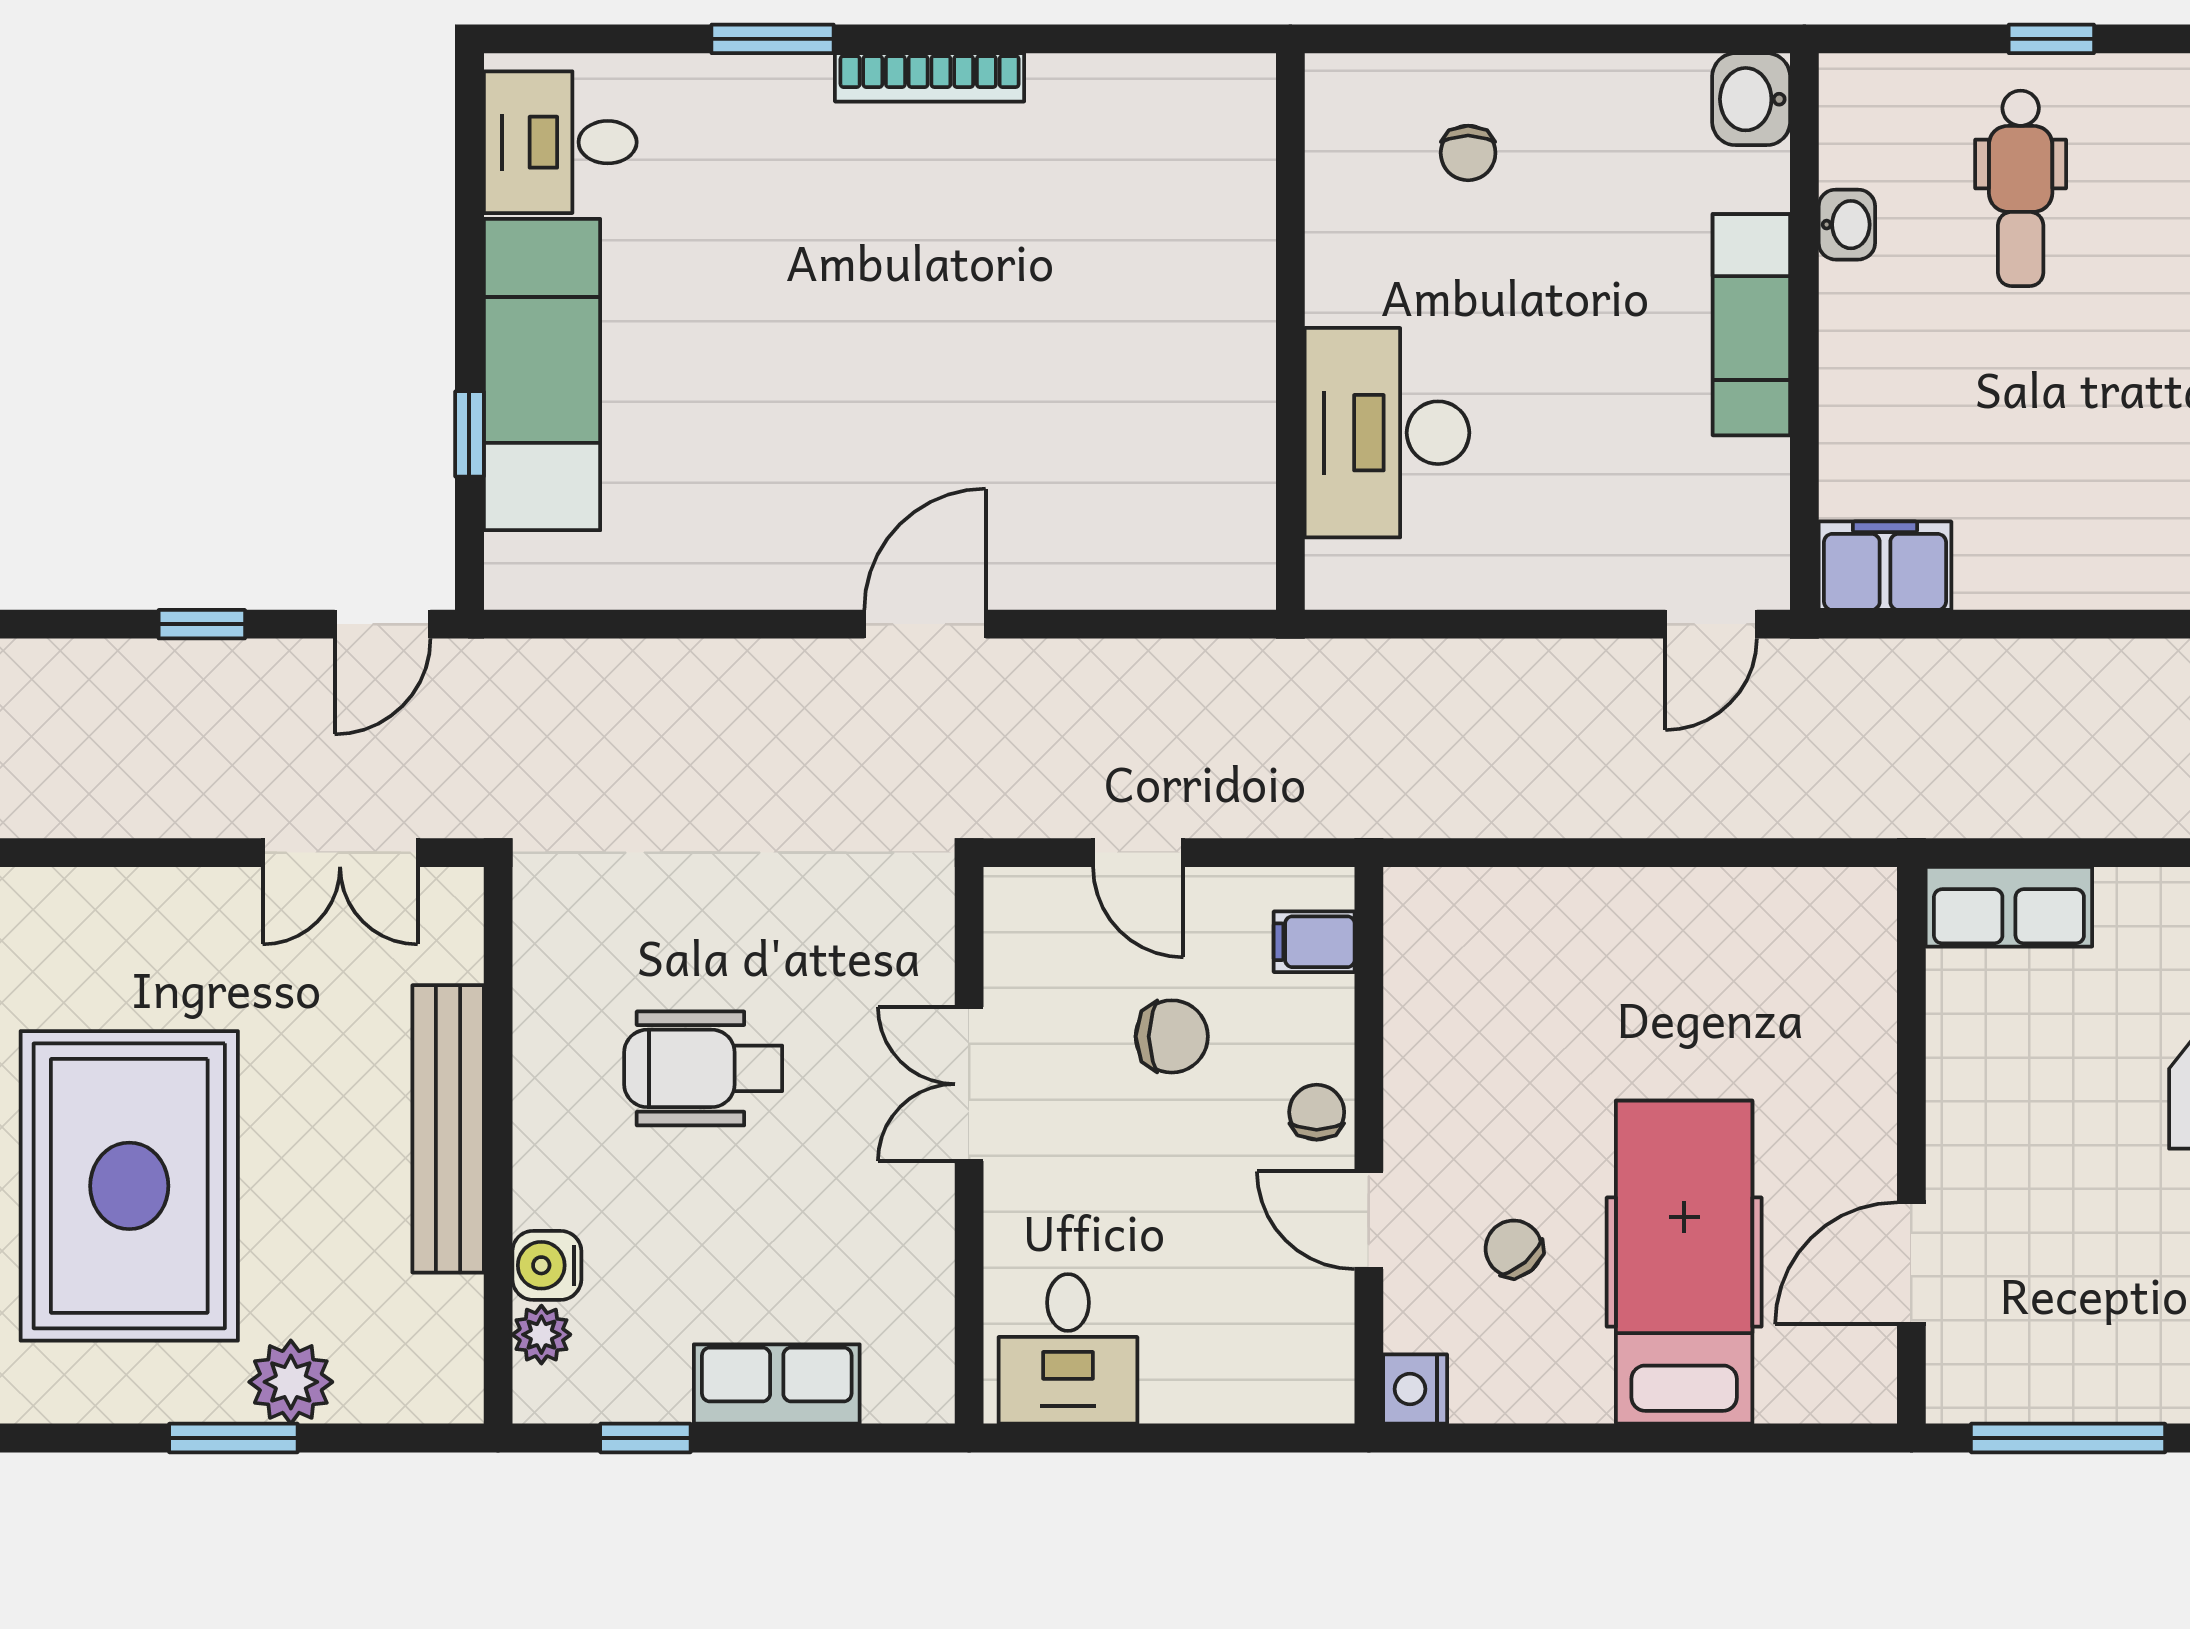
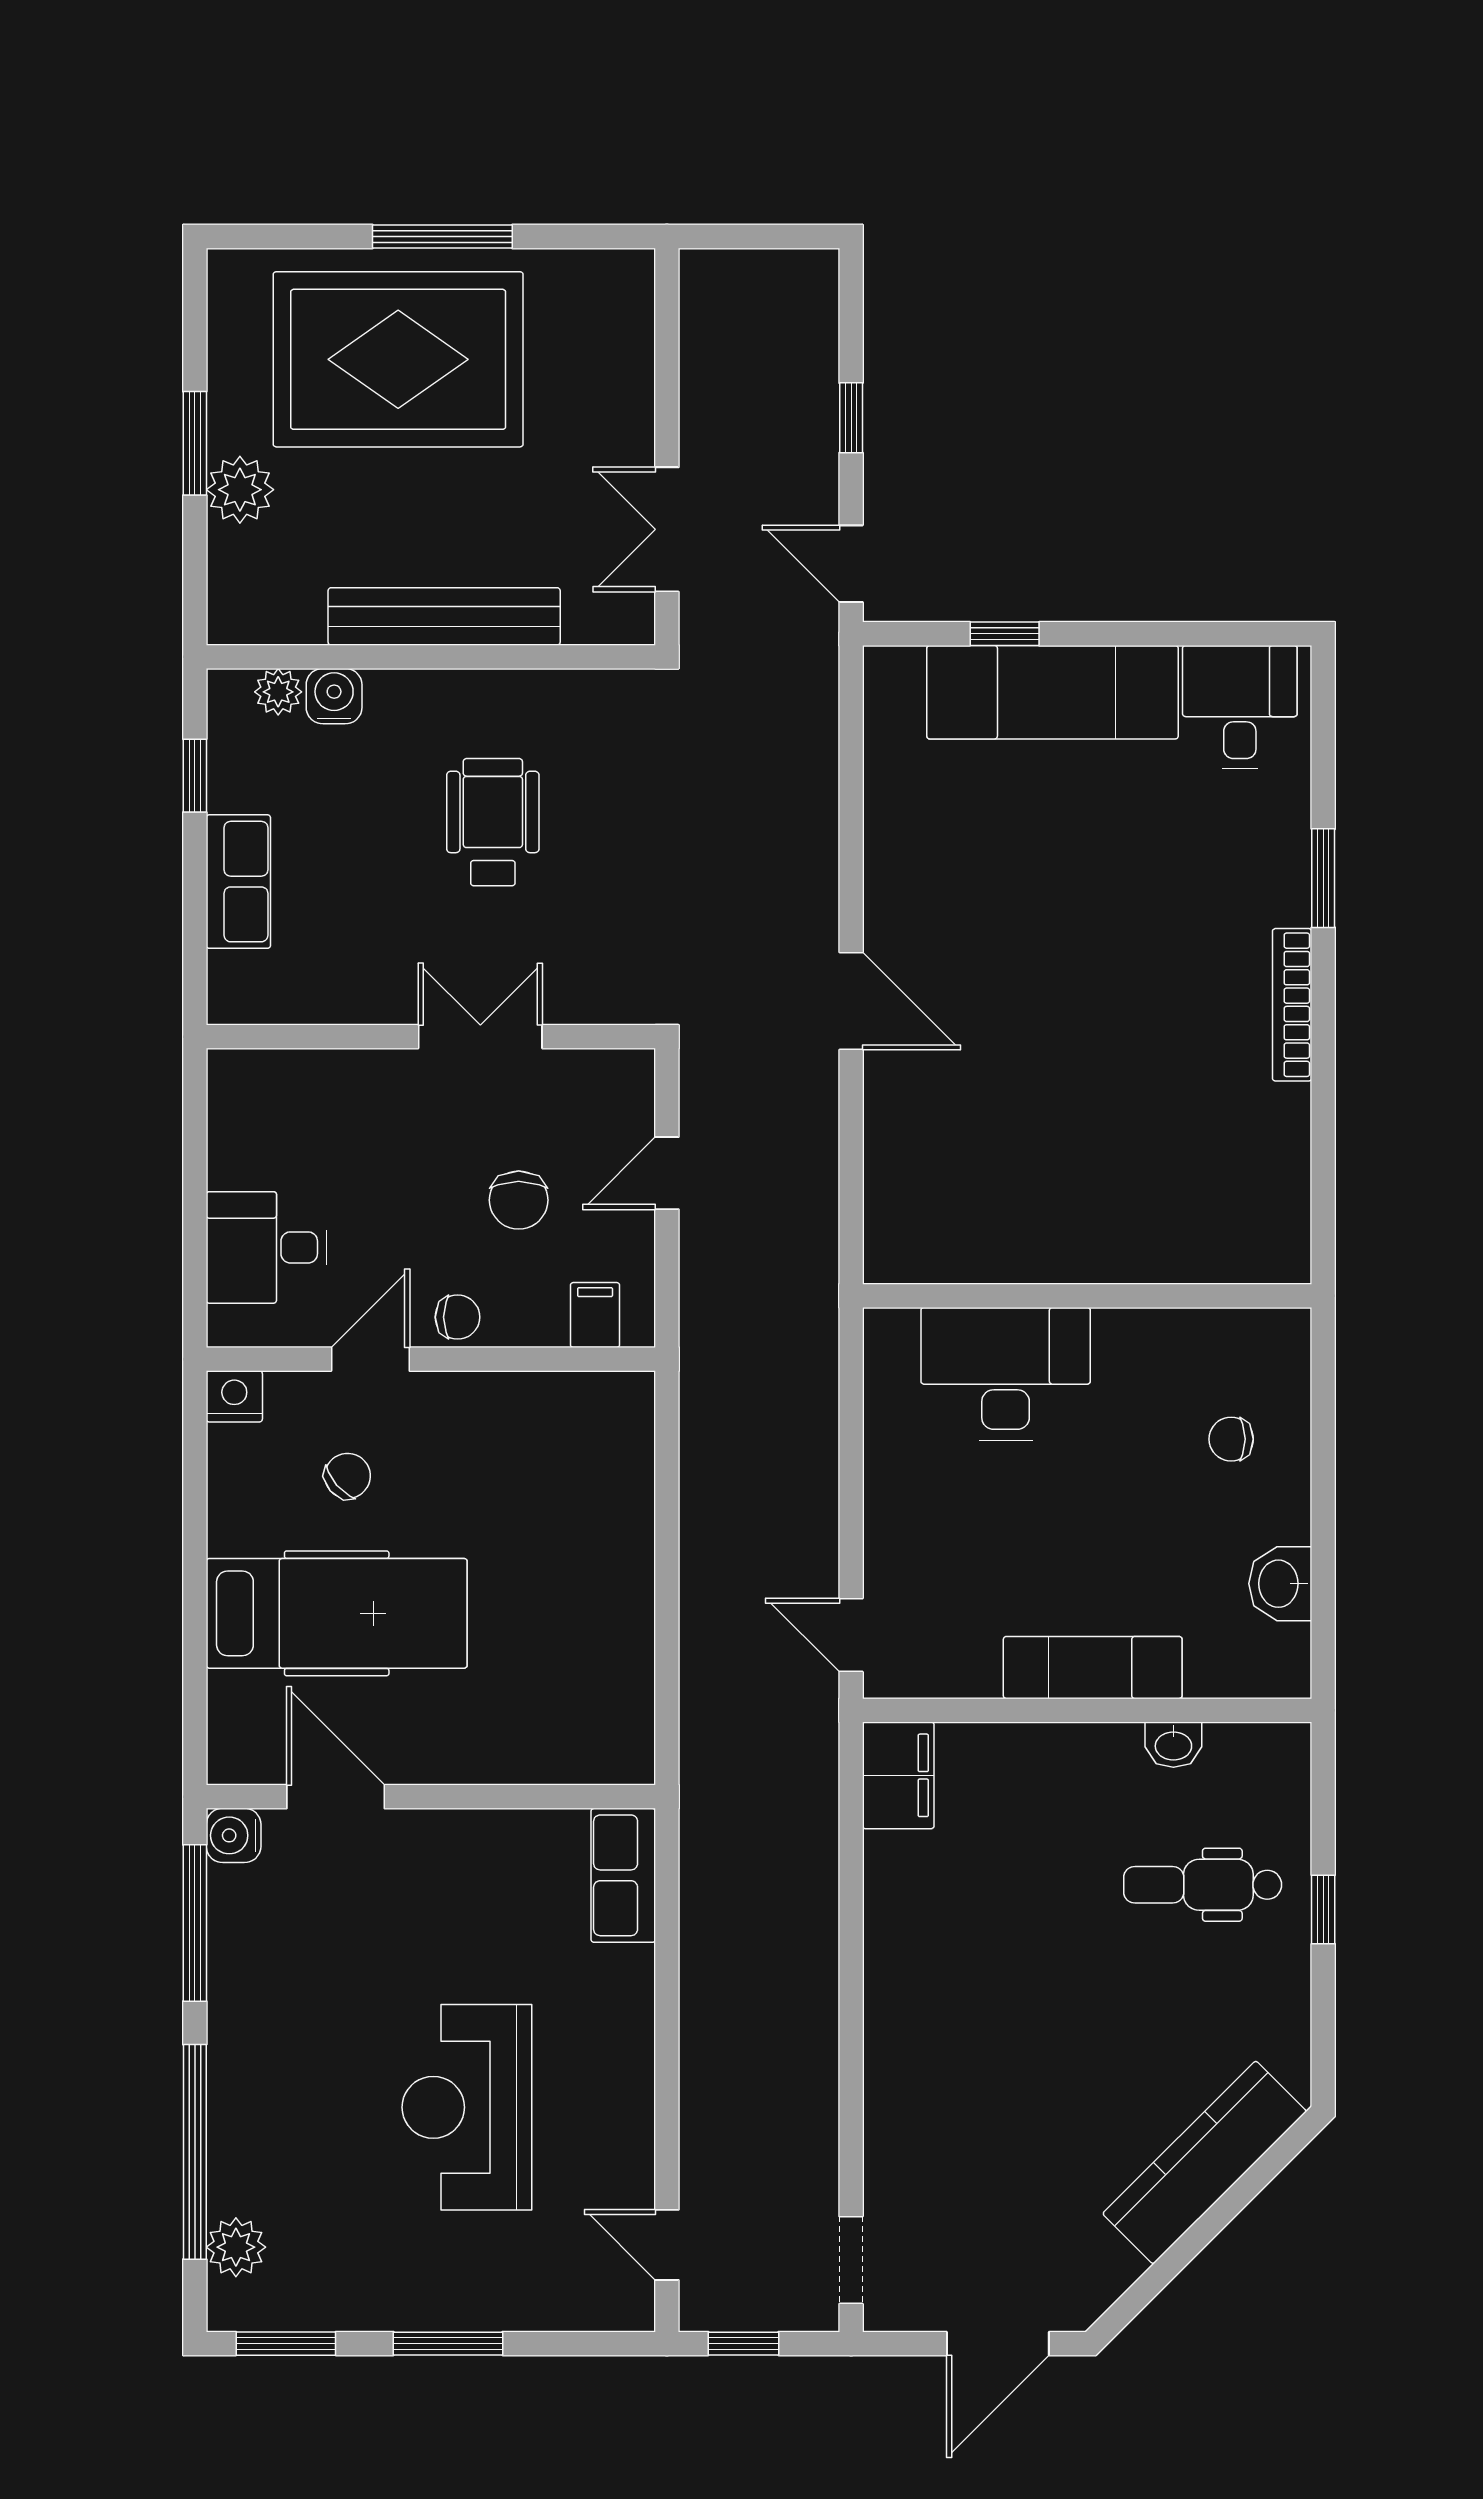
washbasin: (1751, 99) -> (1280, 1584), moved, turned -90
desk: (1068, 1349) -> (267, 1247), moved
water cooler: (1959, 1390) -> (234, 1835), added

